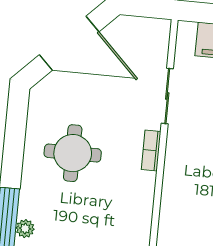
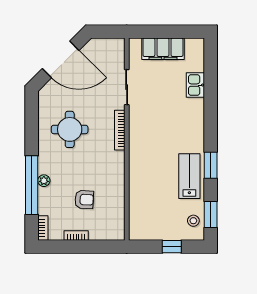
bookcase: (151, 150) -> (120, 130), width x1.56

